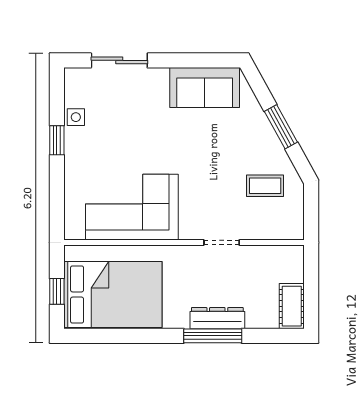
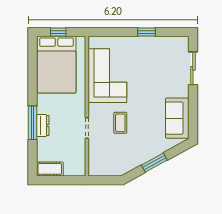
side table: (76, 117) -> (160, 43), removed
coffee table: (265, 186) -> (120, 123), moved
dresser: (217, 318) -> (43, 126), width x0.70

